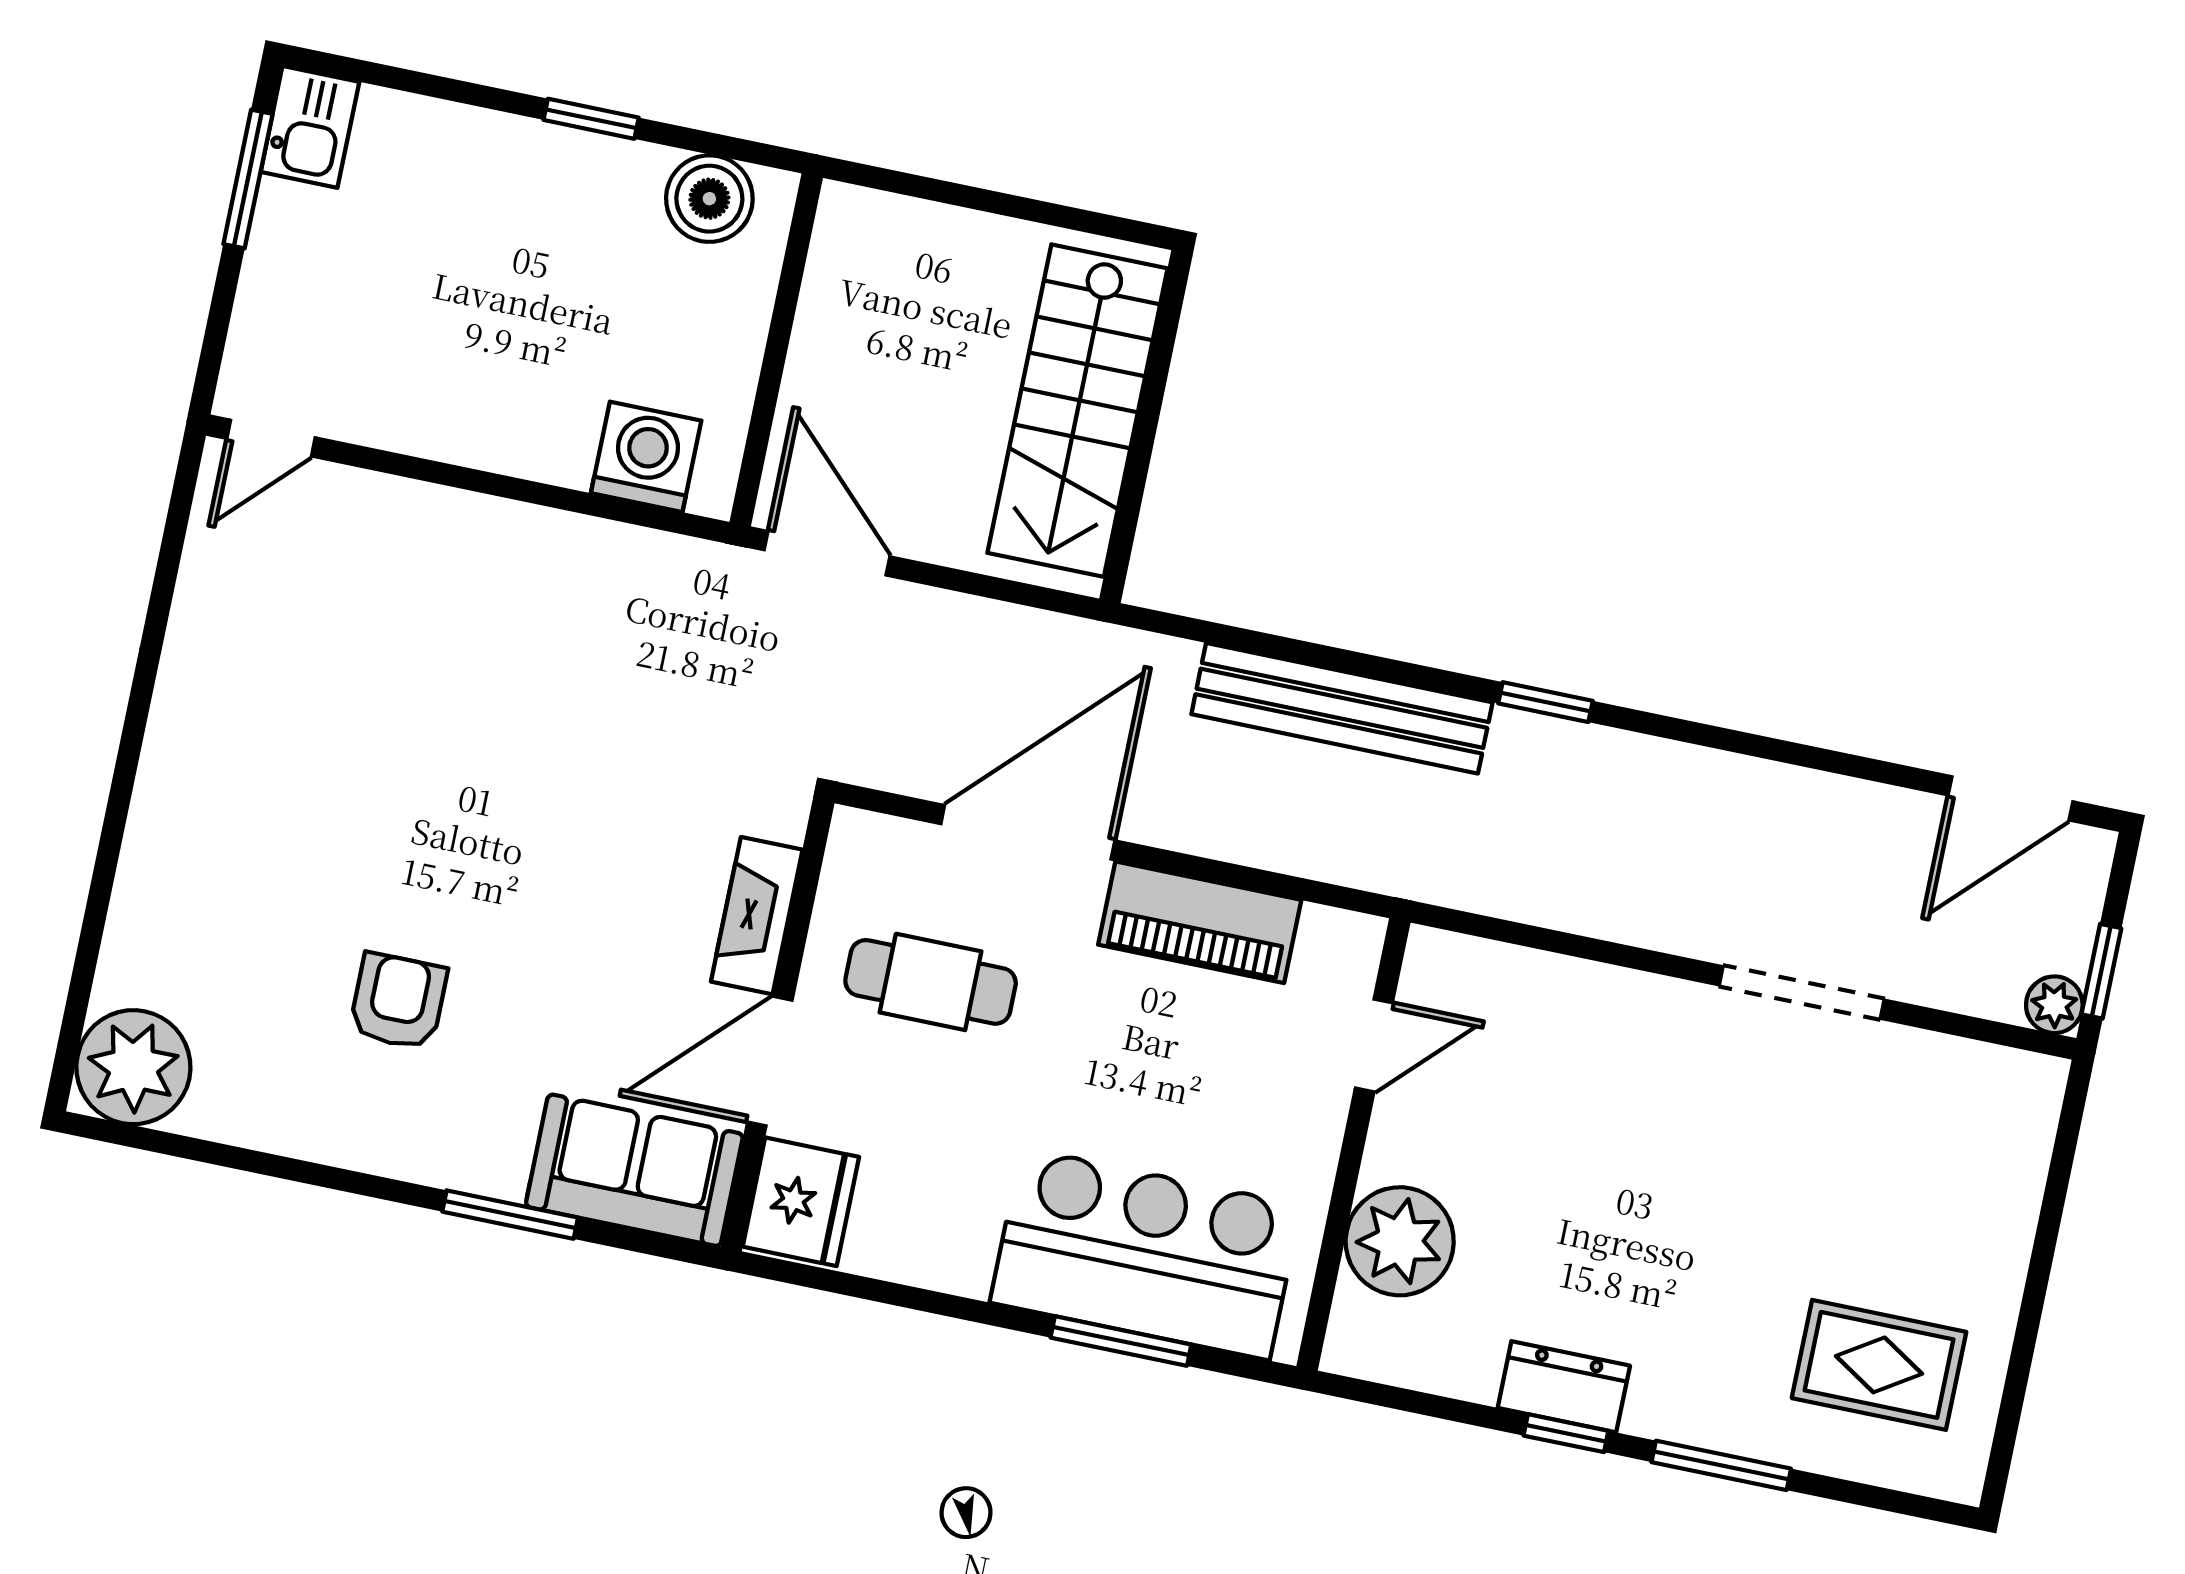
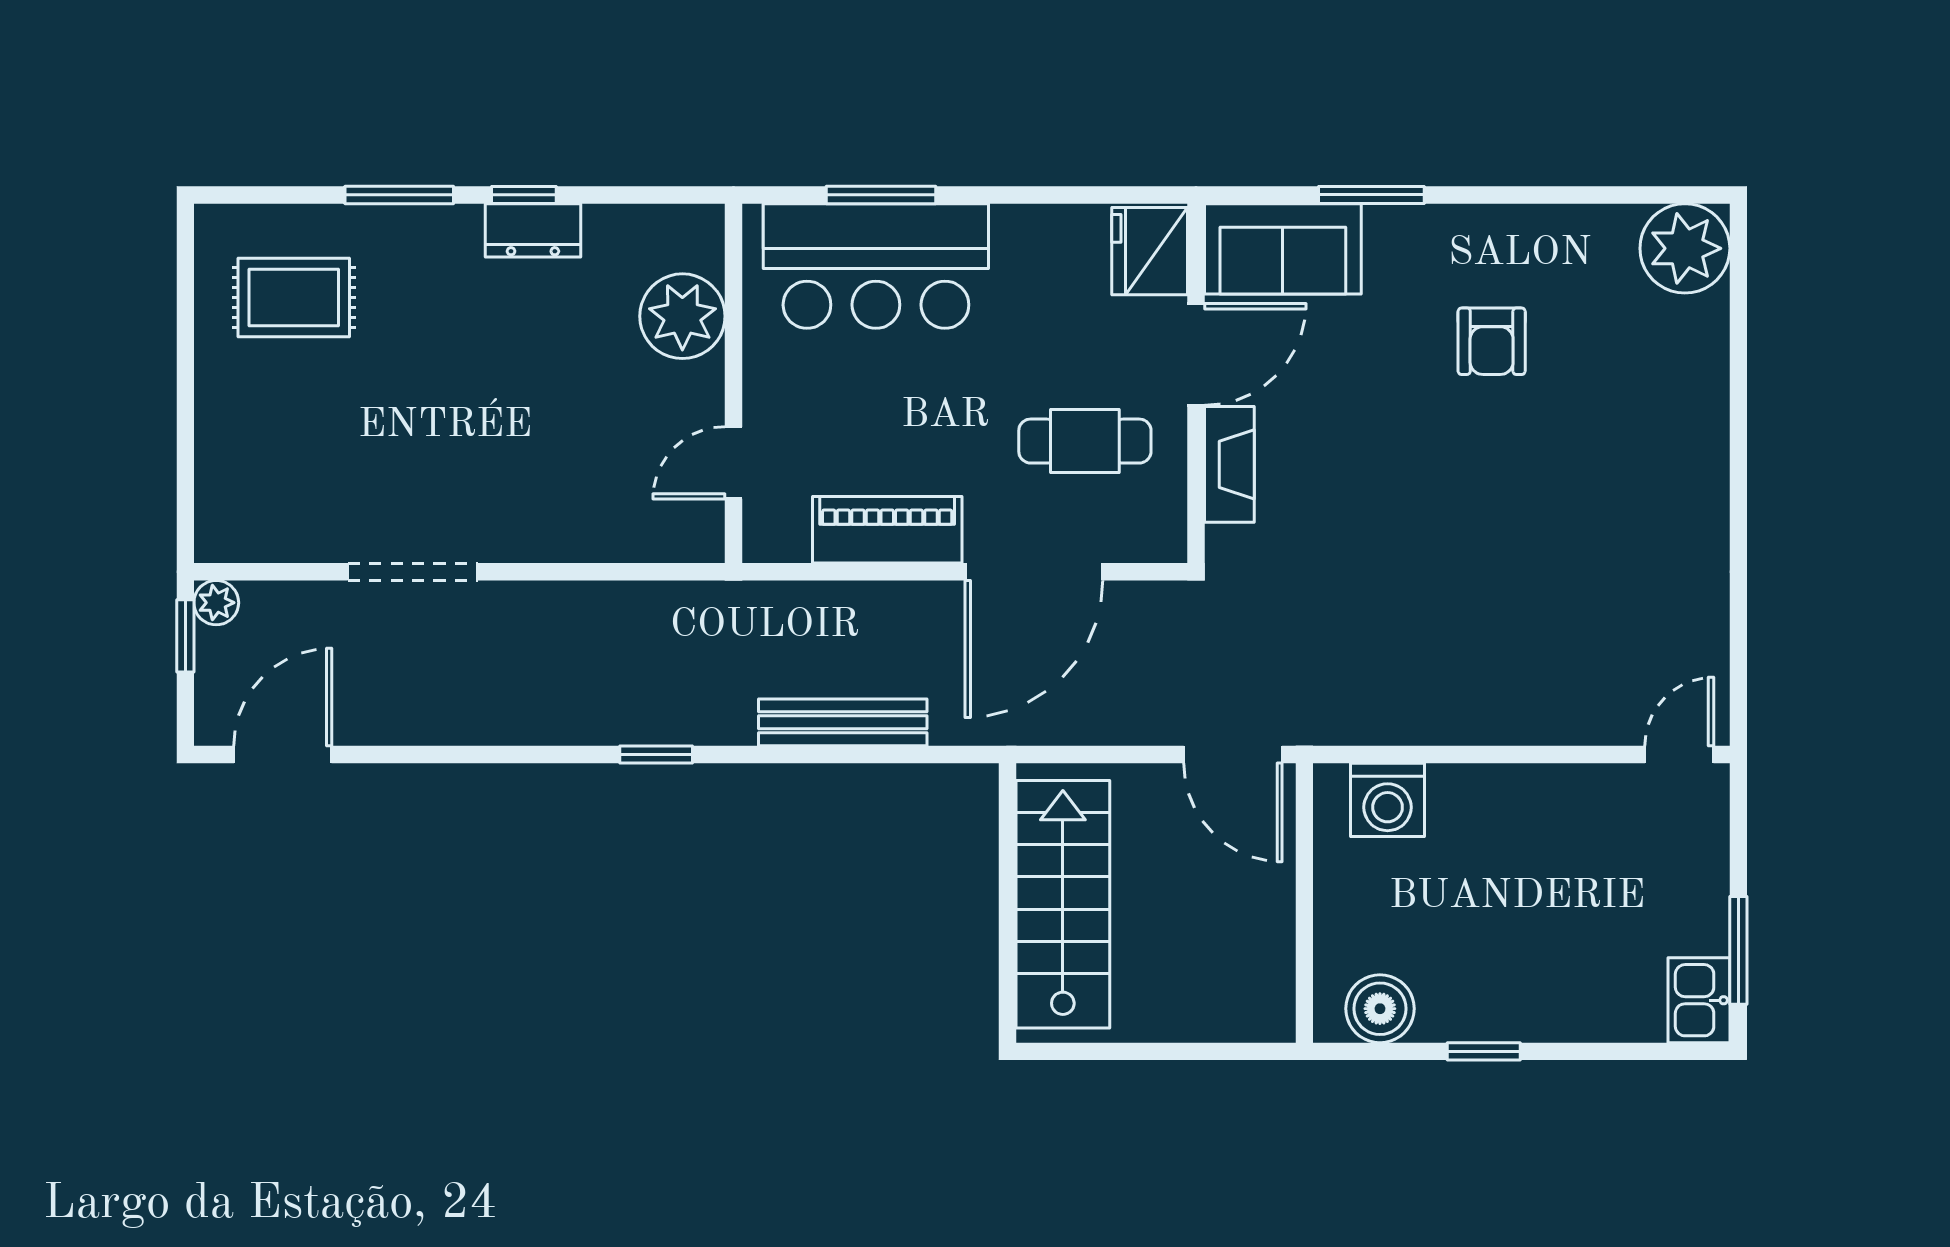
bench: (1342, 708) -> (843, 722), width x0.73, depth x0.82

